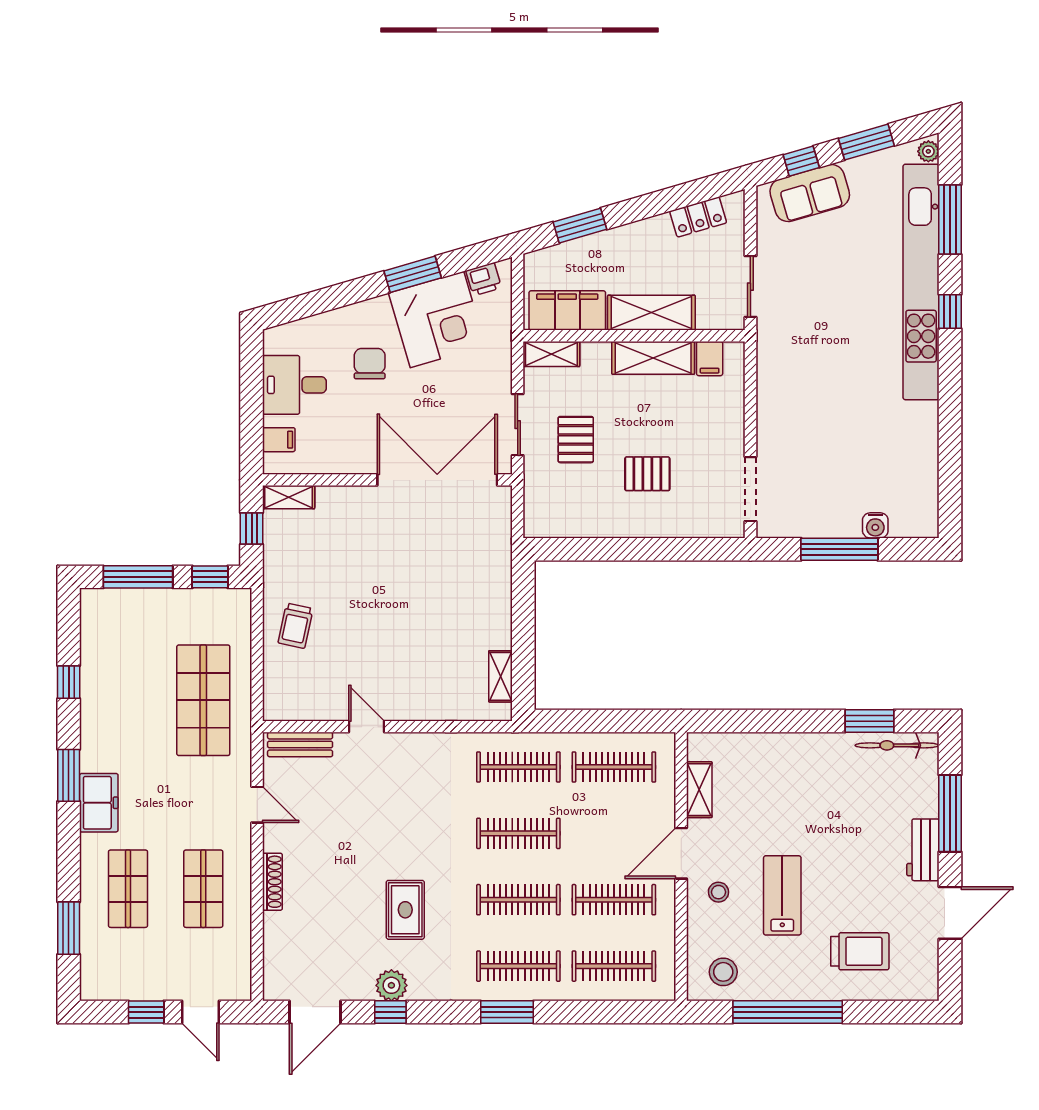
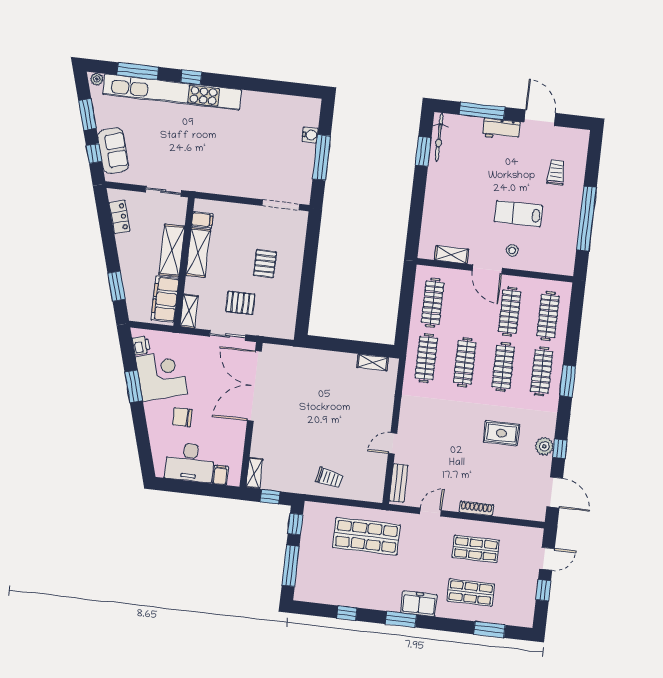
desk: (294, 385) -> (190, 462), width x1.37
trolley: (860, 951) -> (556, 172), width x0.73, depth x0.72
stool: (723, 972) -> (559, 253), removed

